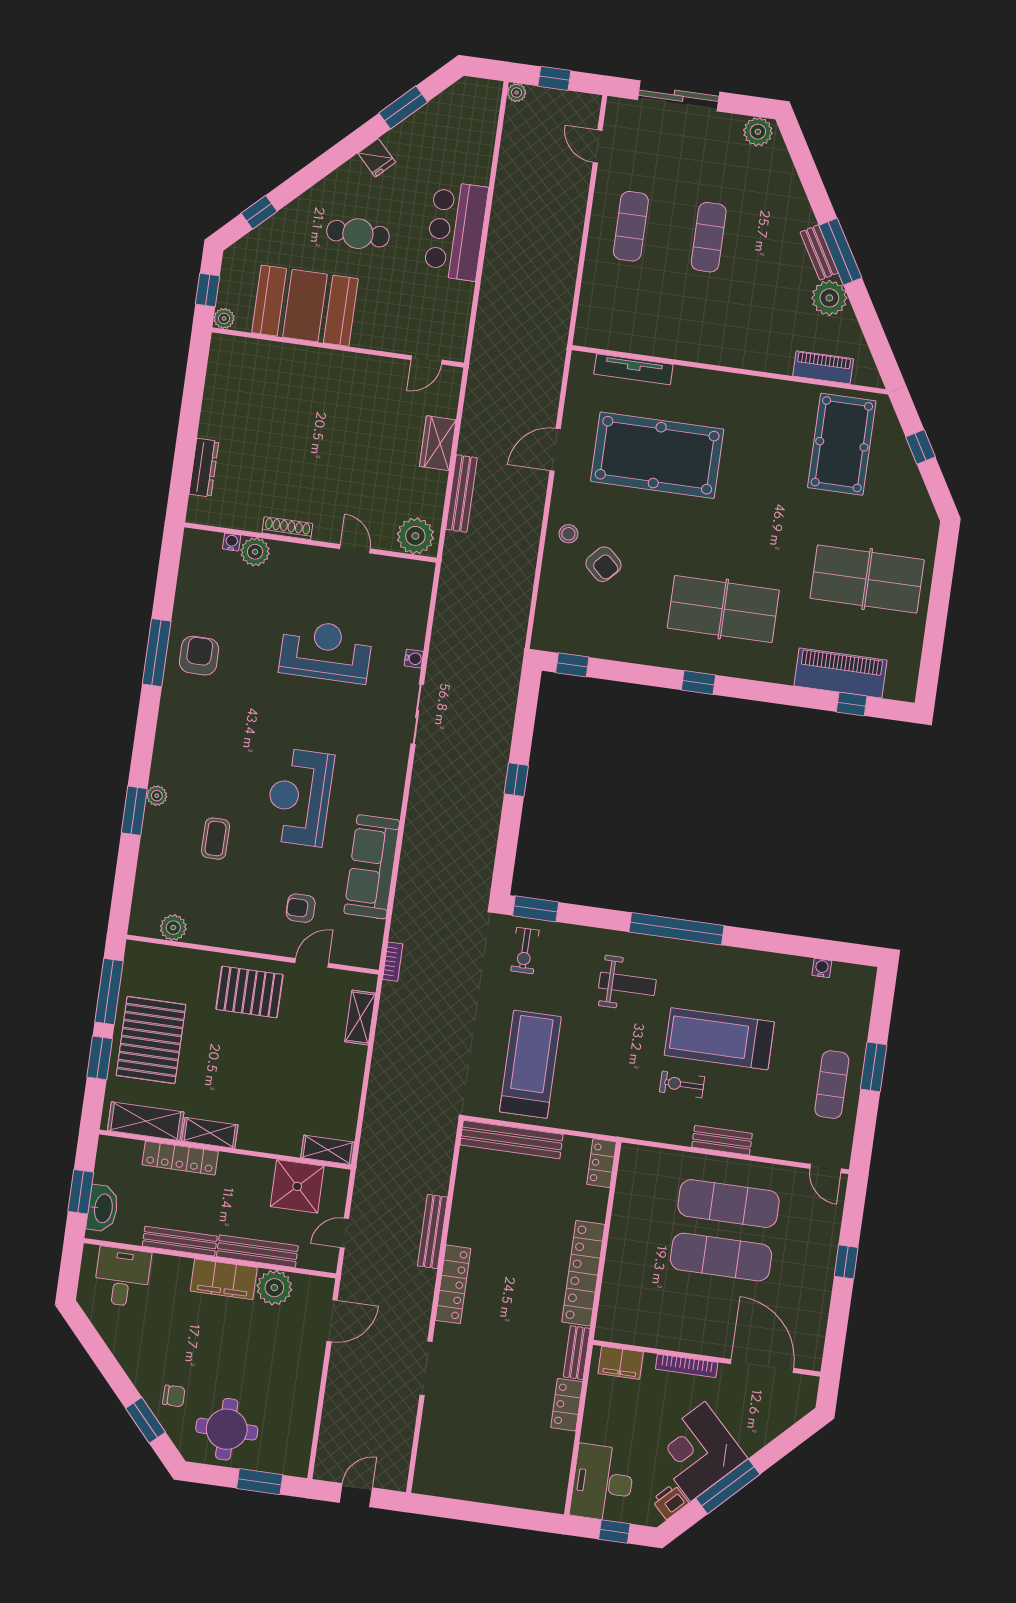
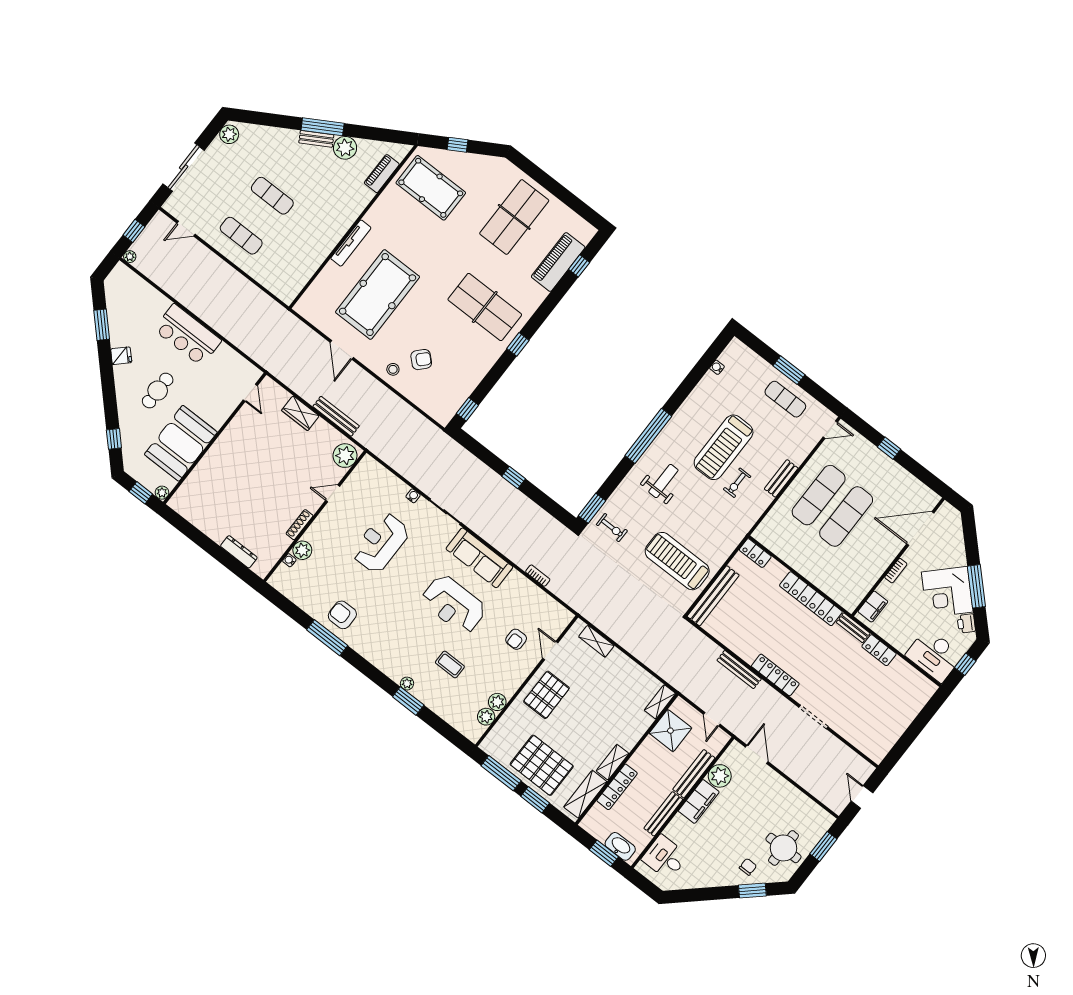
tv unit: (633, 369) -> (351, 243), moved
table tennis table: (723, 609) -> (485, 307), turned 90
sofa: (372, 867) -> (479, 558), moved
plant: (202, 931) -> (497, 702), added
bookcase: (393, 962) -> (538, 576), moved
bookcase: (687, 1366) -> (896, 571), width x0.64

